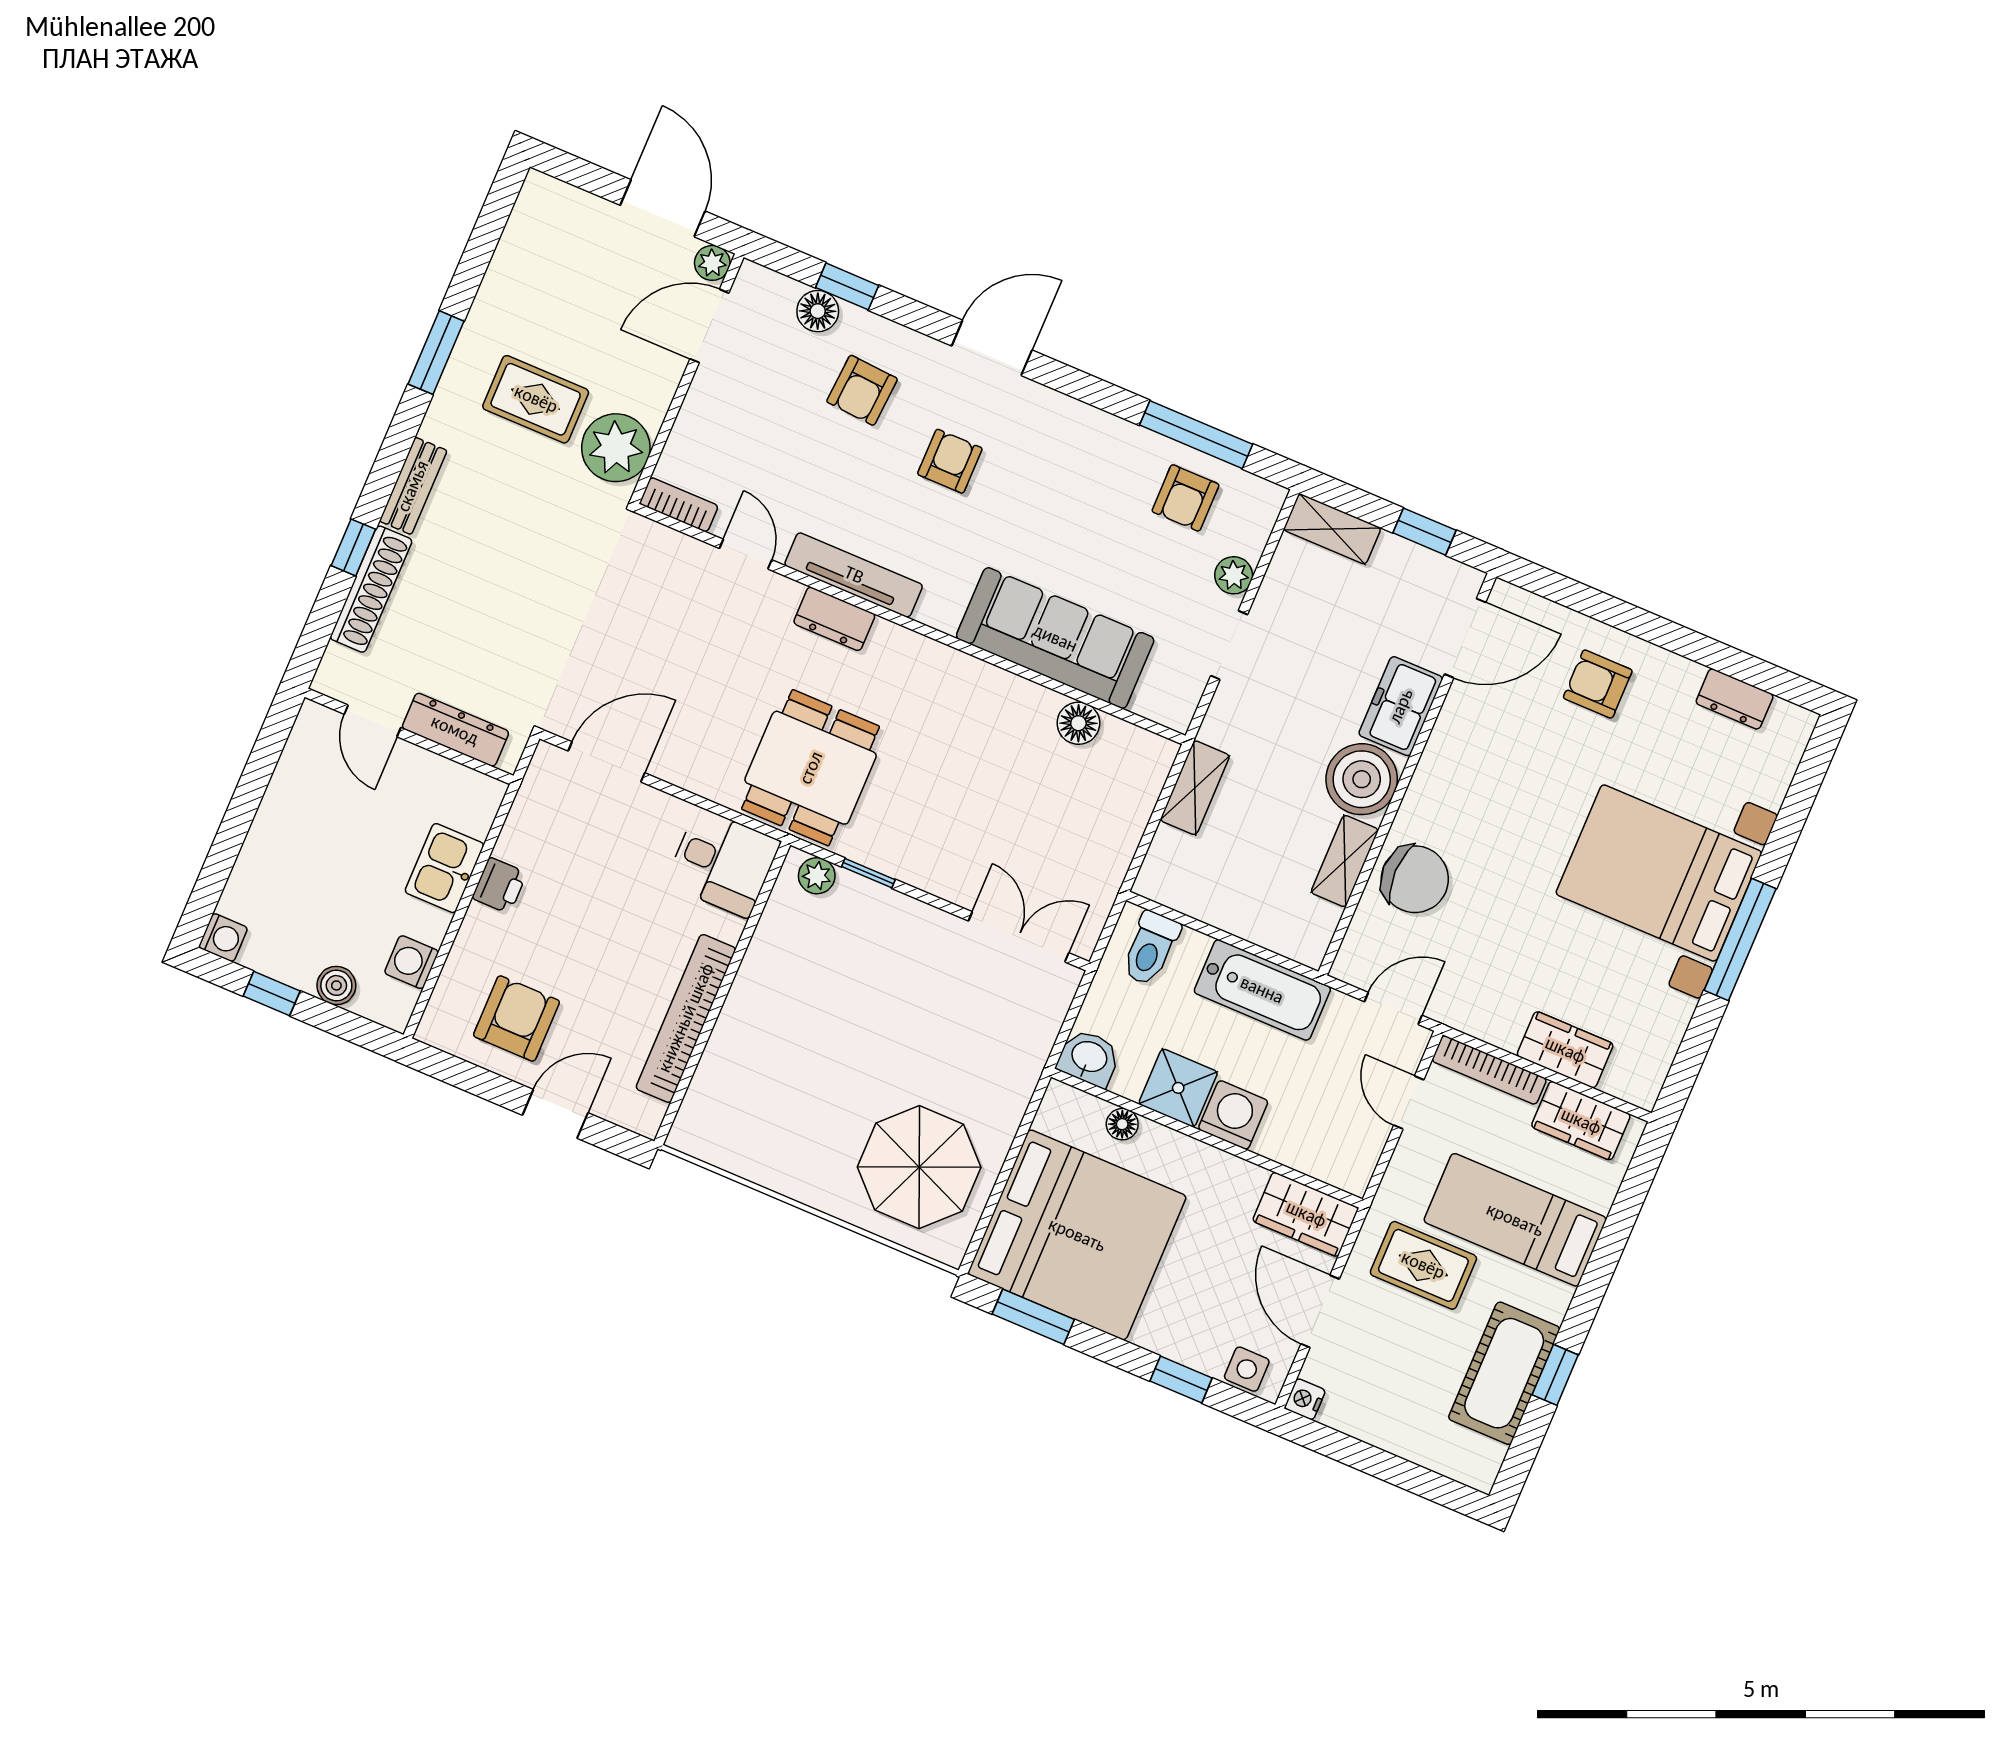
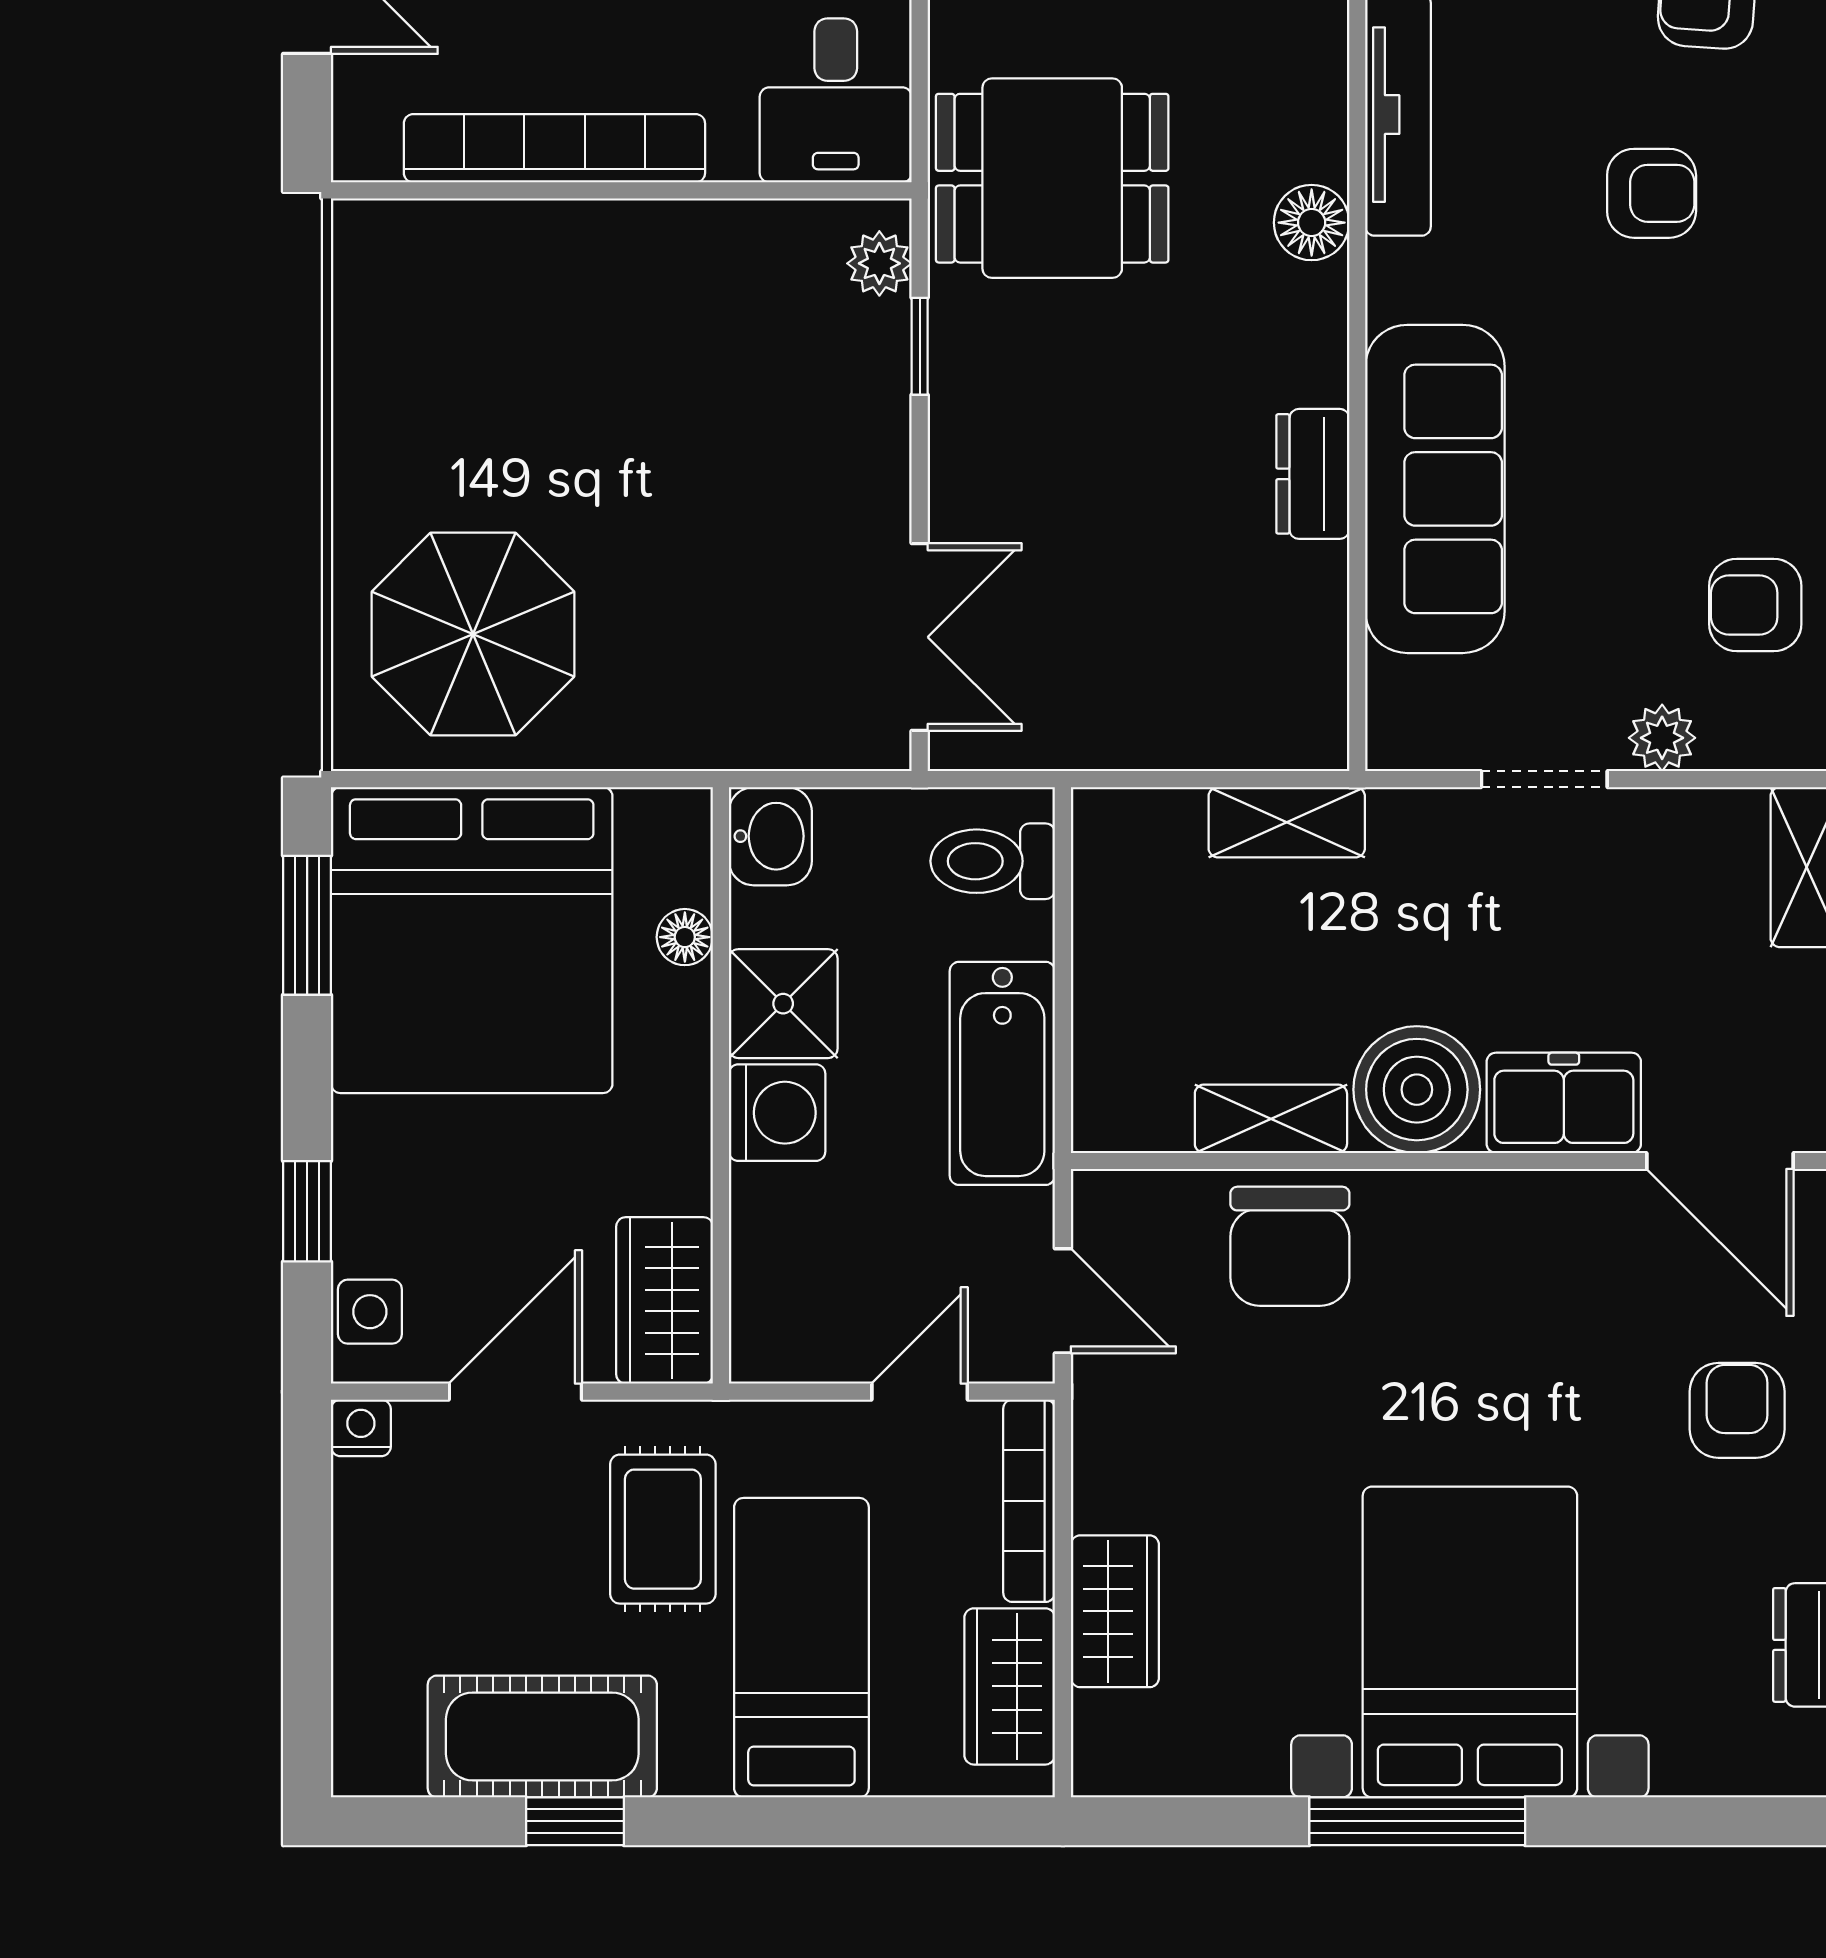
dresser: (834, 619) -> (1313, 474), moved
floor lamp: (1078, 723) -> (1312, 223), moved

